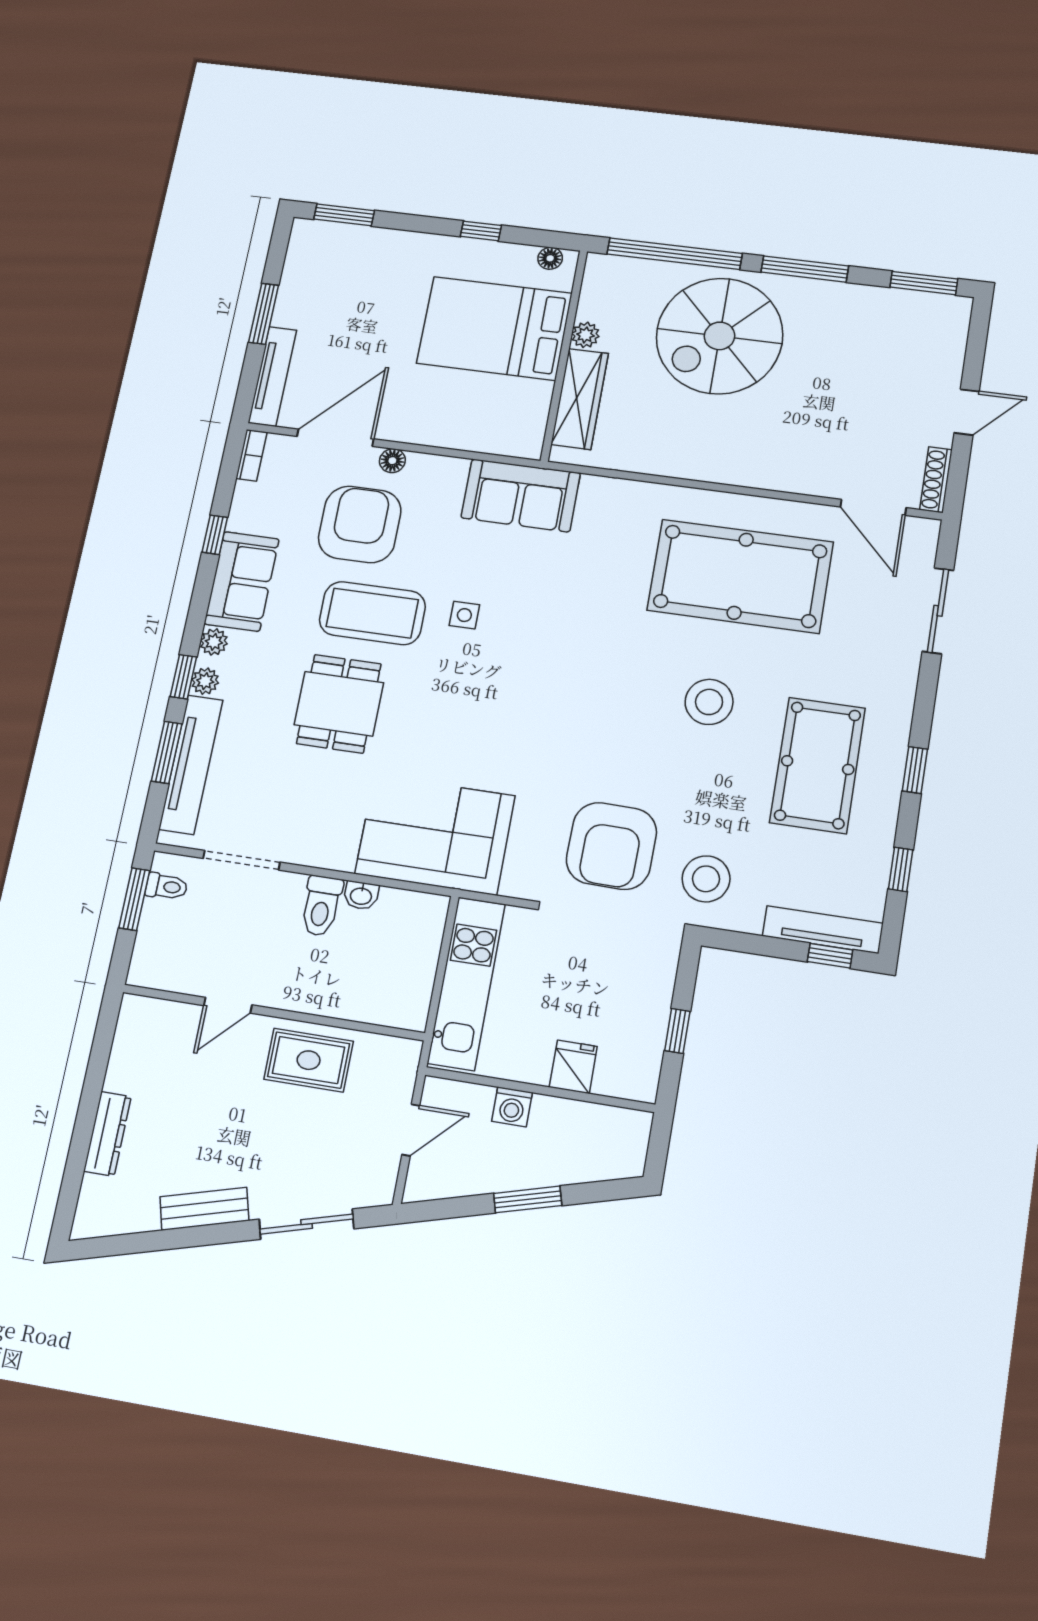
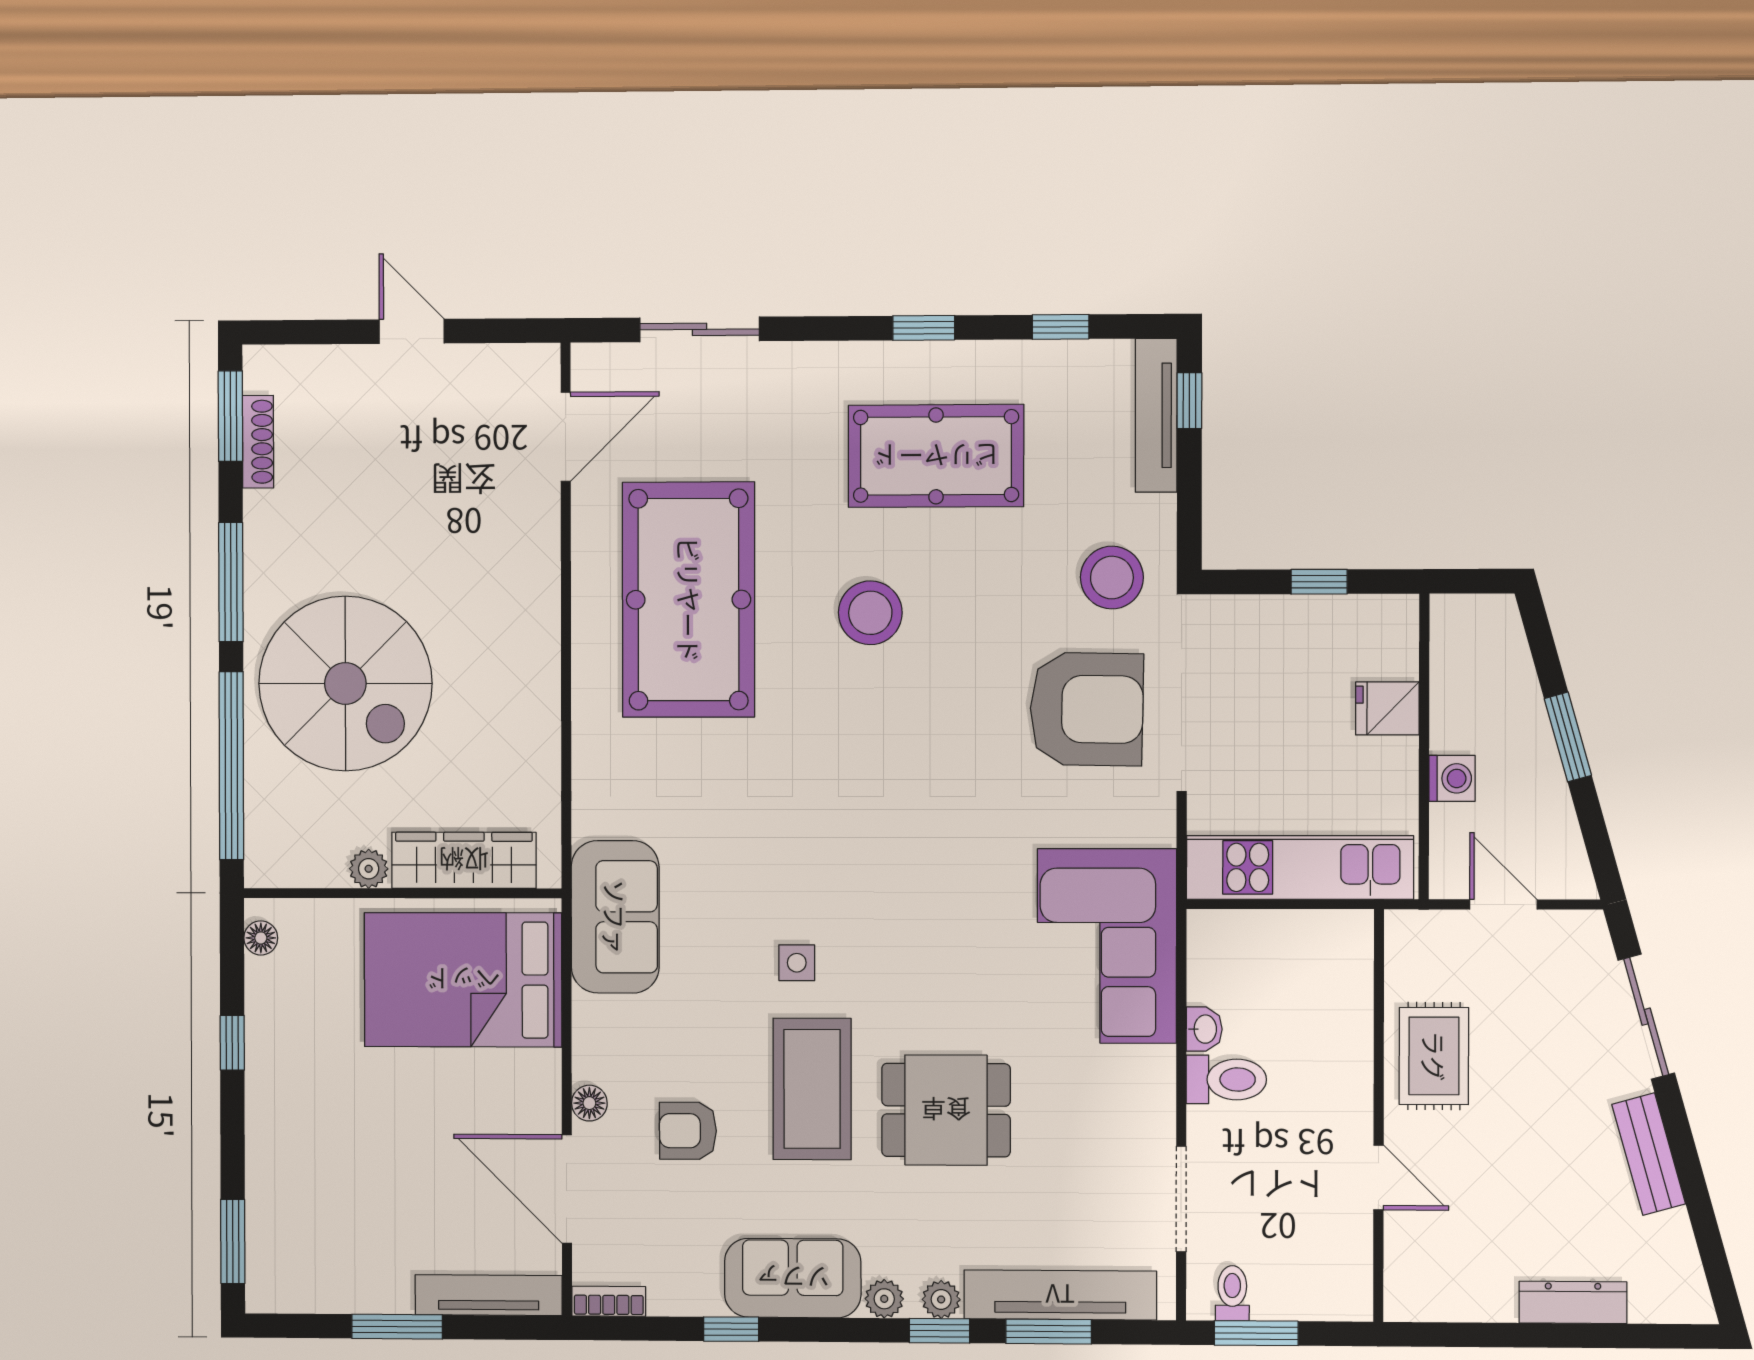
bed: (494, 328) -> (463, 980), moved, turned 90
shoe rack: (936, 480) -> (258, 442), moved, turned -90
armchair: (360, 524) -> (688, 1131), width x0.53, depth x0.53

